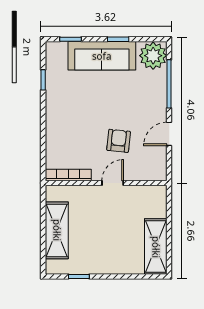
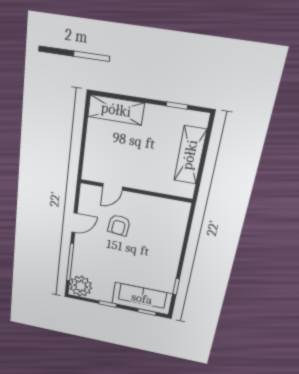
sofa: (102, 56) -> (142, 299), moved
bookcase: (68, 175) -> (169, 204), removed
door: (113, 183) -> (113, 187), moved
shelving: (156, 247) -> (116, 110), moved, turned 90

